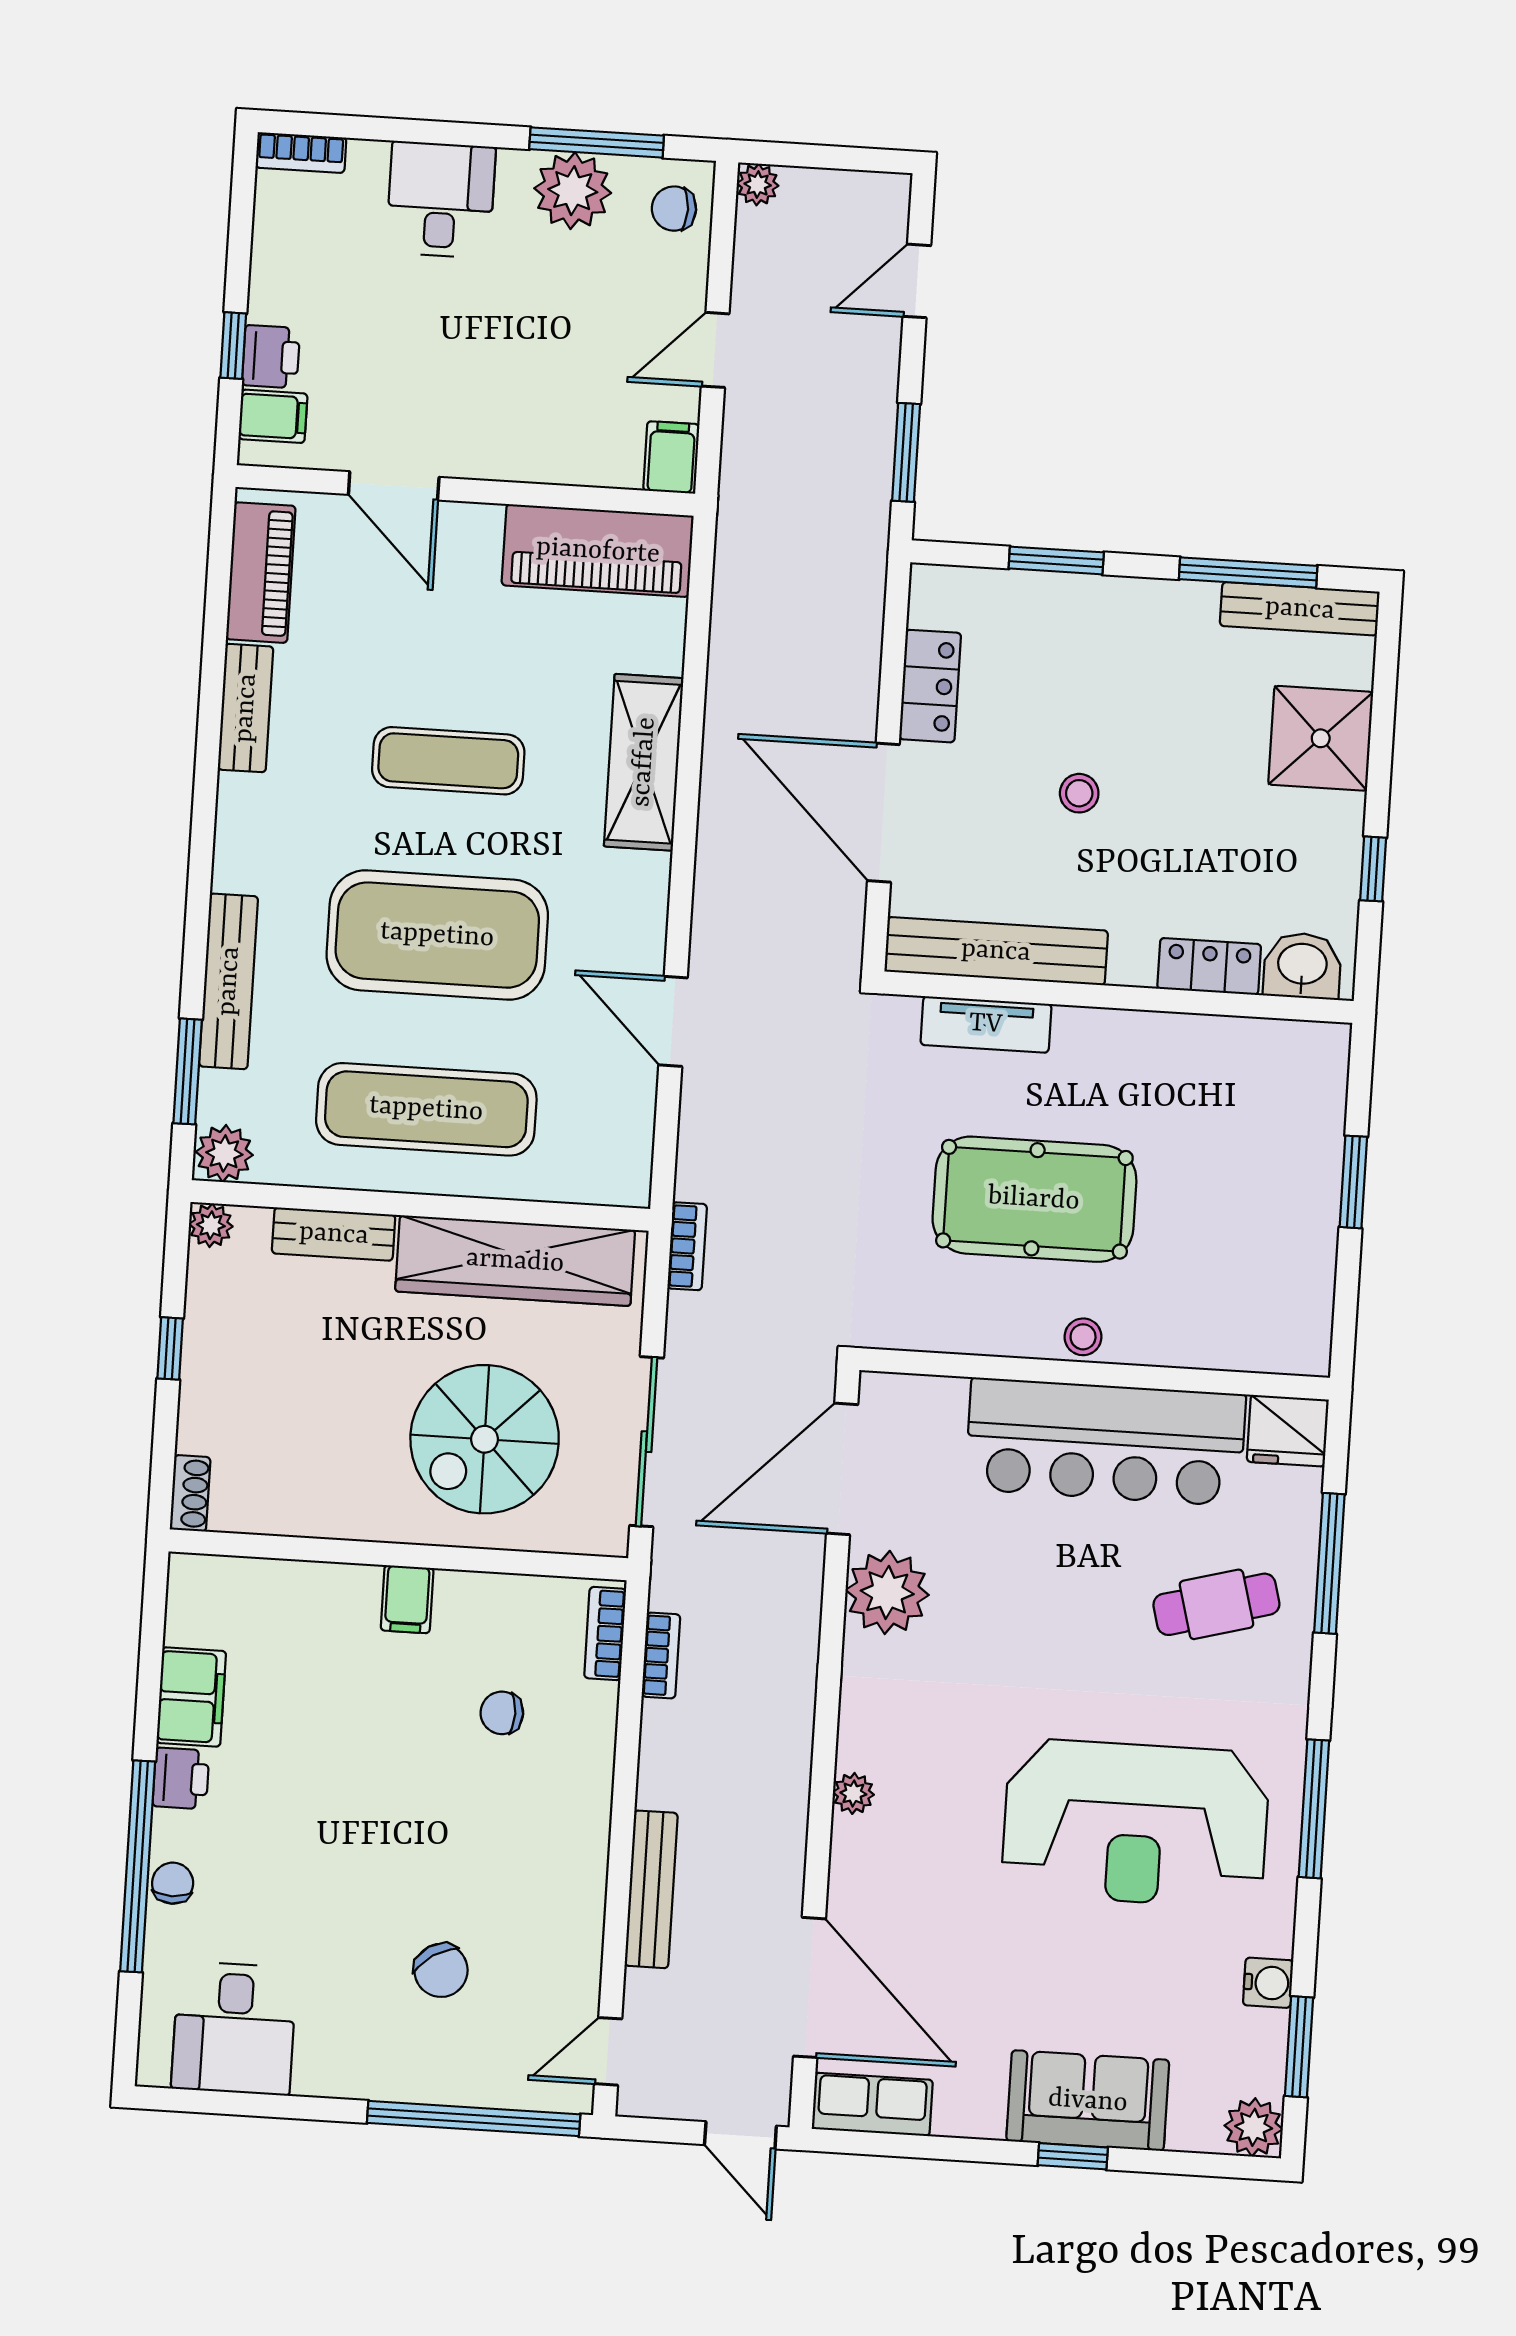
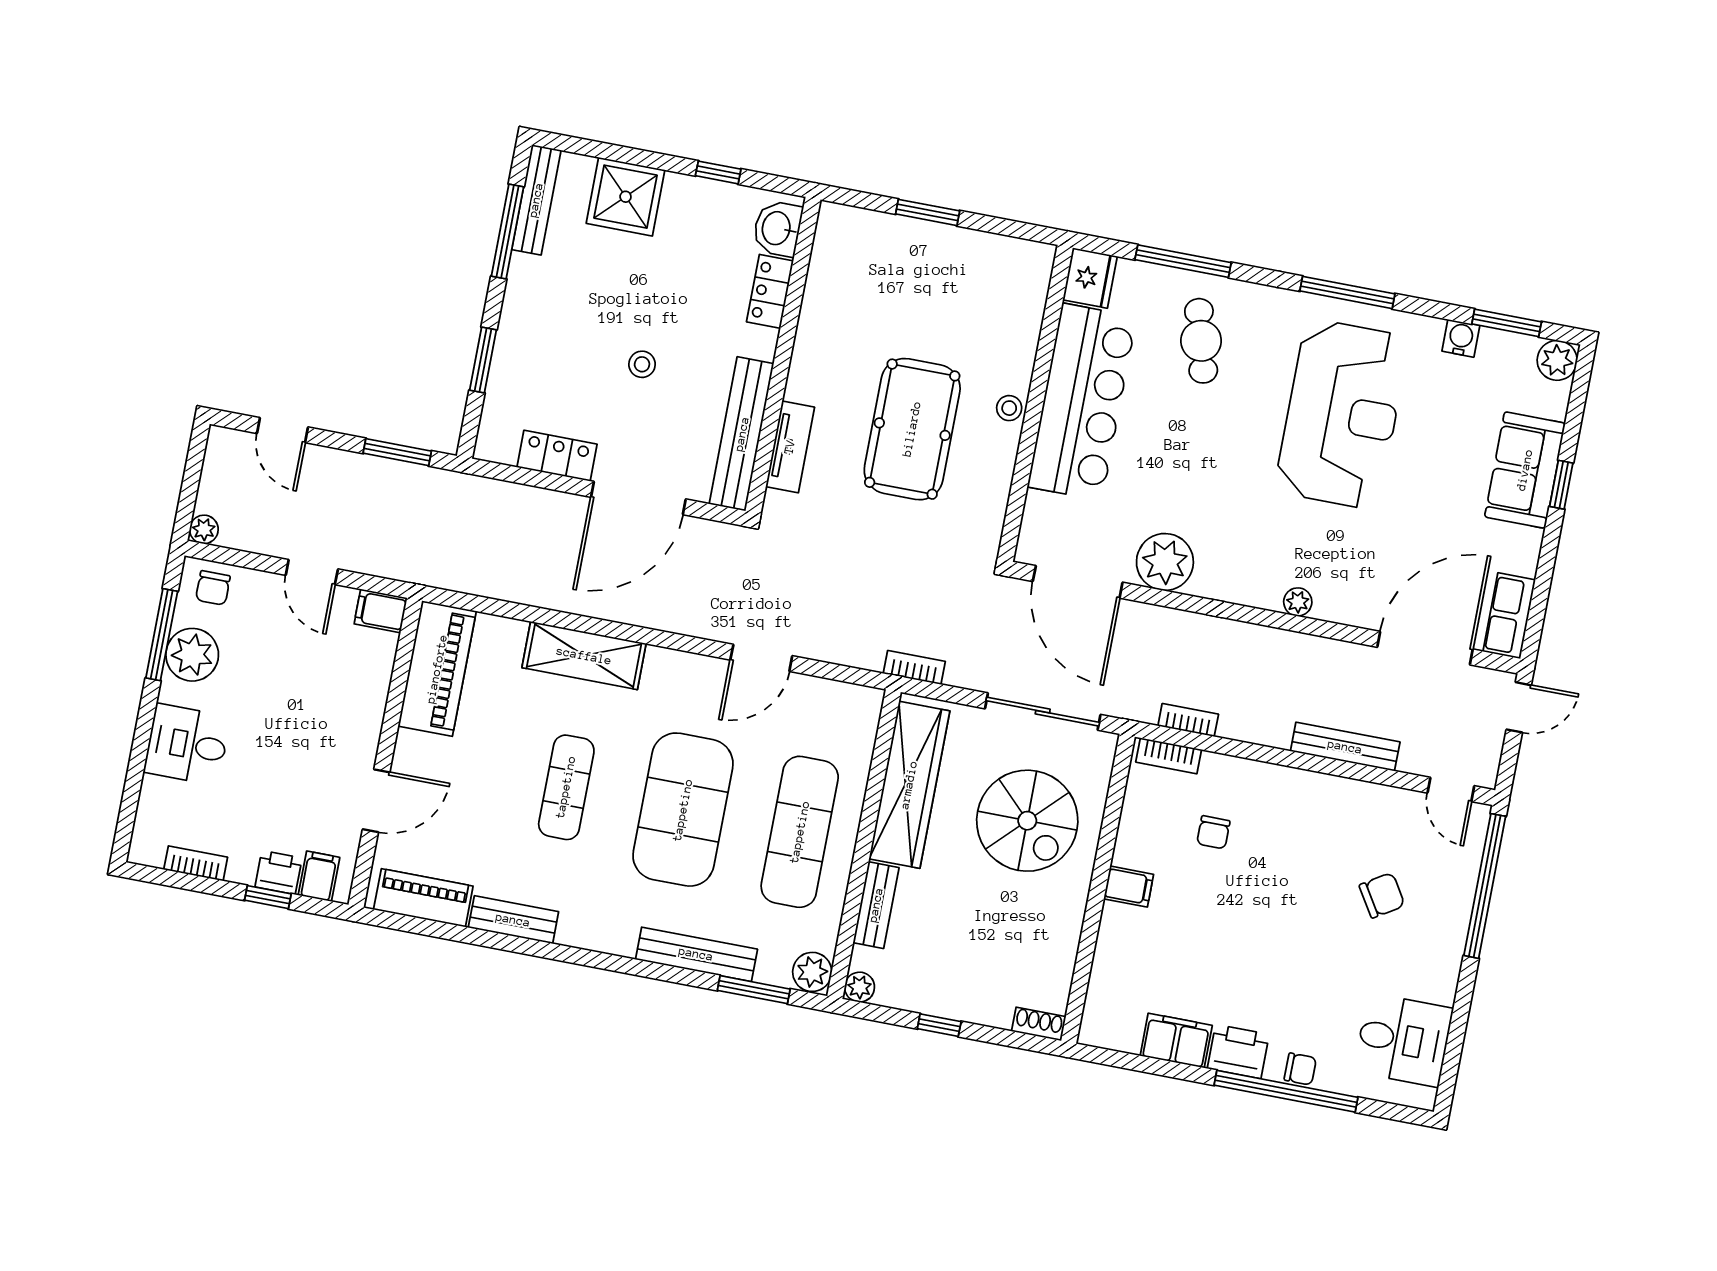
bookcase: (301, 153) -> (196, 863), moved, turned -90
printer: (181, 1778) -> (1238, 1052), width x1.36, depth x1.24
chair: (173, 1883) -> (1300, 1069), turned 180

